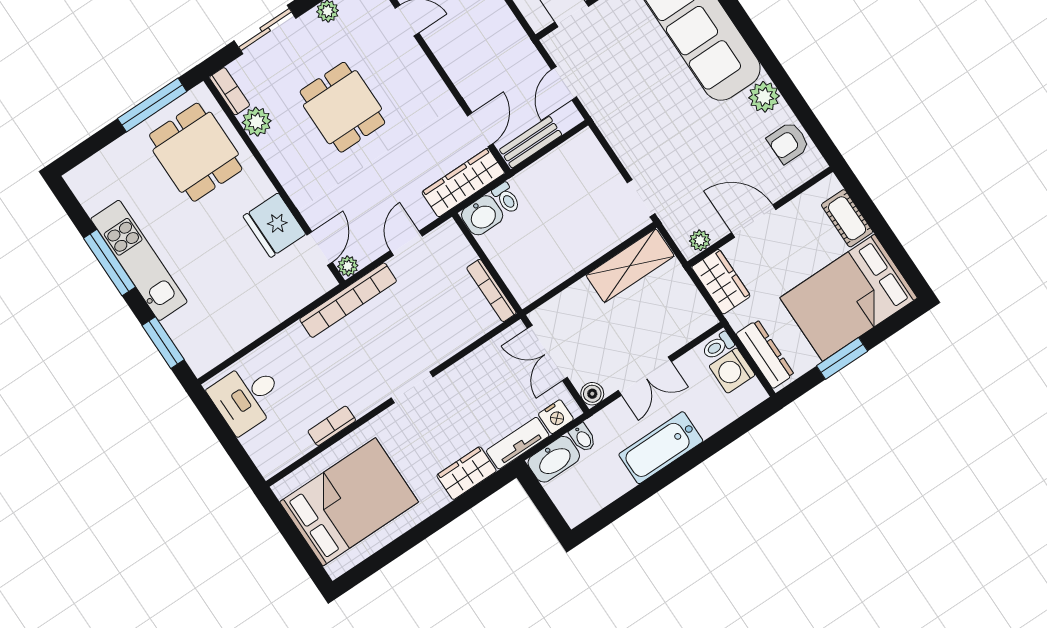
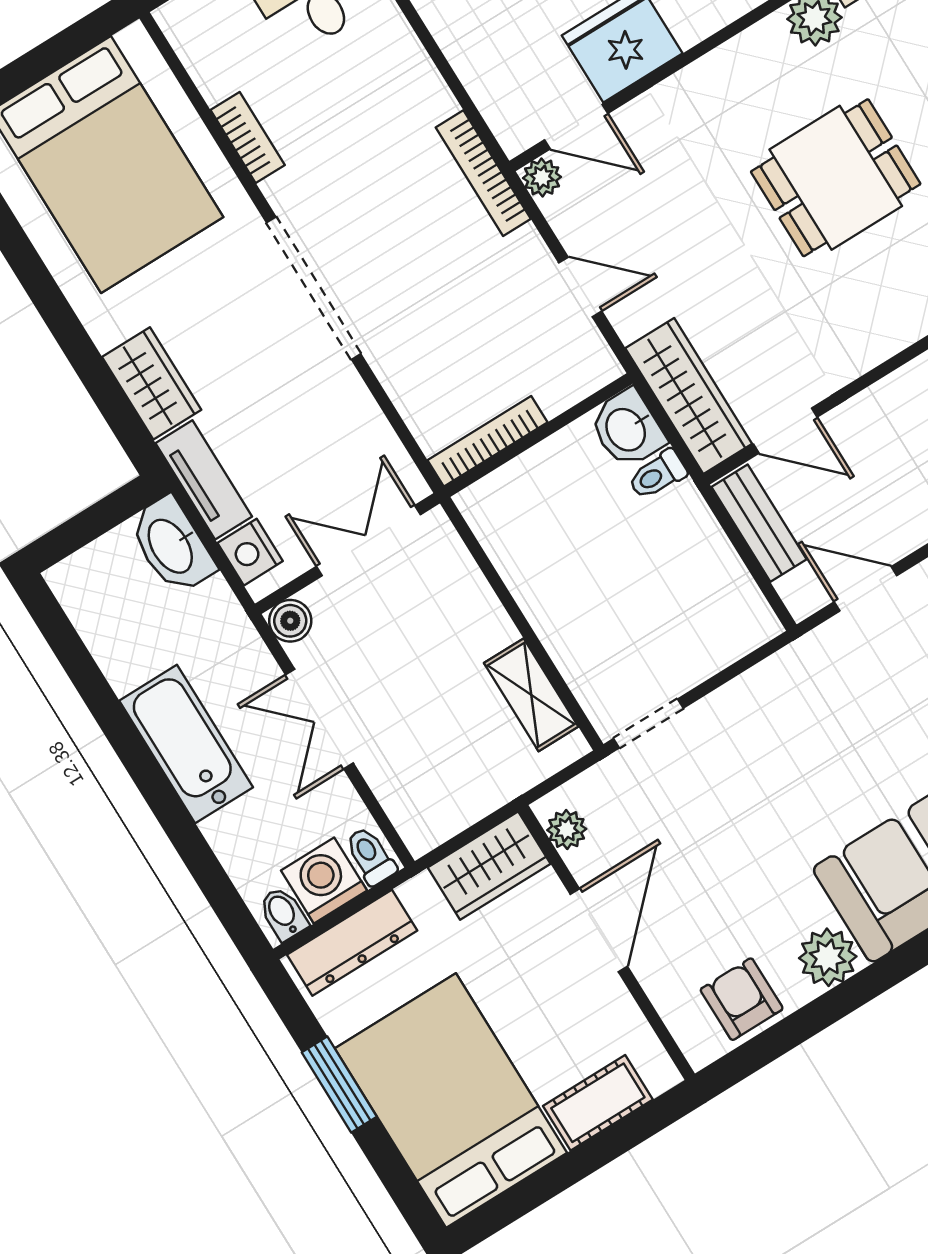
shelving: (630, 266) -> (531, 695), width x0.67, depth x0.75
bookcase: (348, 300) -> (483, 173), width x0.68, depth x0.76
doorway: (412, 387) -> (314, 288), width x1.88
bidet: (583, 438) -> (283, 914), moved, turned 90

